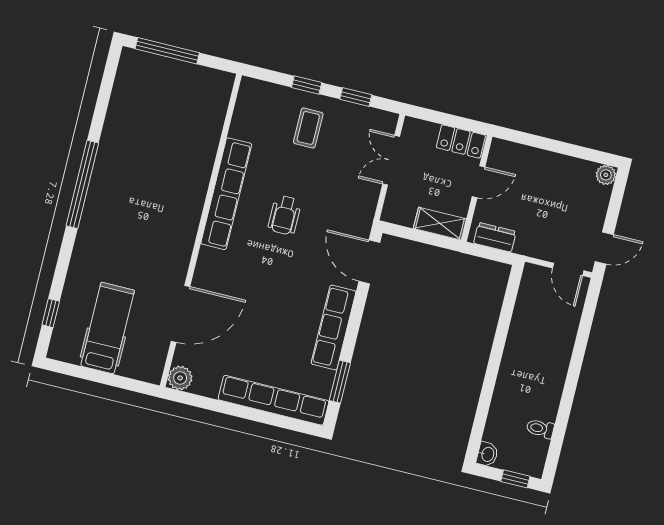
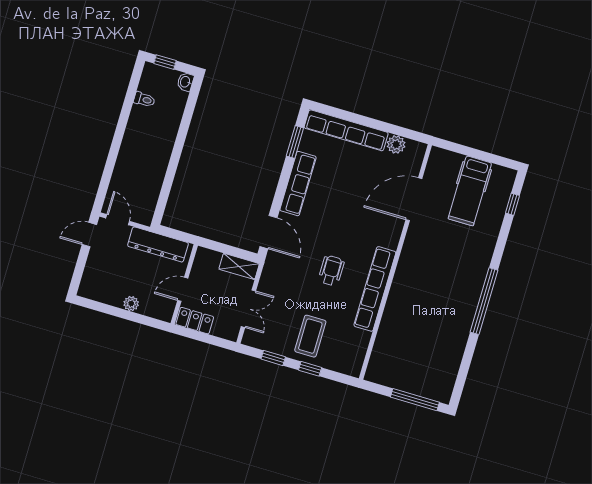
coffee table: (308, 128) -> (310, 336), width x1.36, depth x1.30
plant: (606, 175) -> (131, 304), moved
shelving: (440, 224) -> (239, 266), moved
dresser: (495, 237) -> (158, 244), width x1.96, depth x1.24
plant: (180, 378) -> (396, 144), moved

